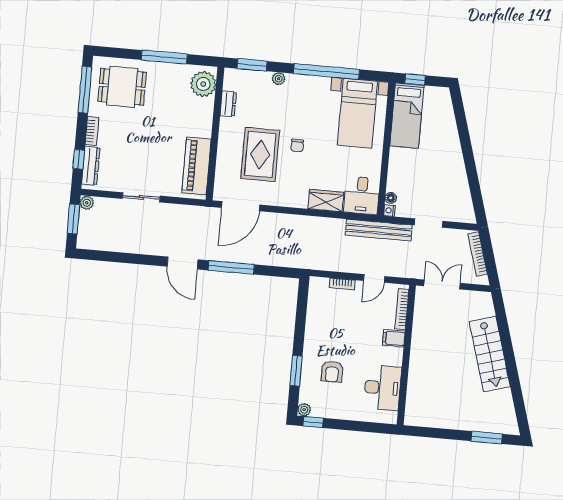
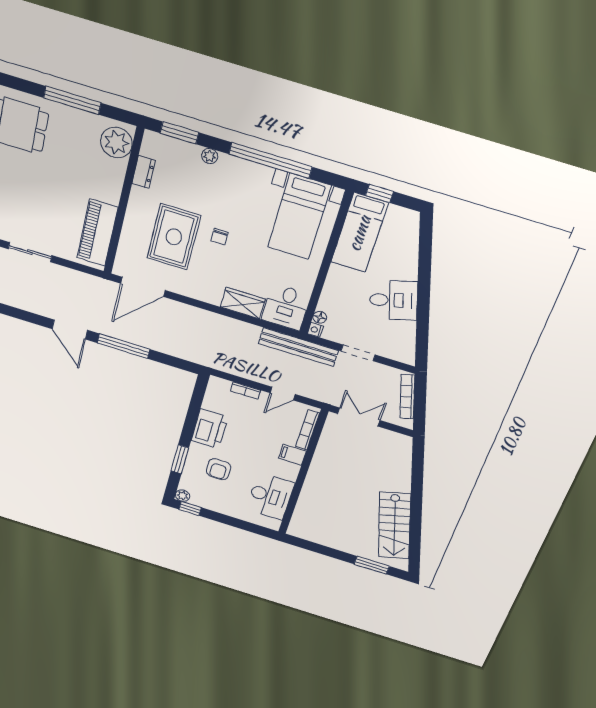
desk: (446, 168) -> (393, 300), added
printer: (318, 331) -> (210, 429), added
stairs: (490, 354) -> (394, 526), moved

